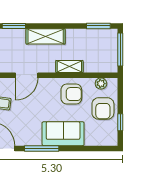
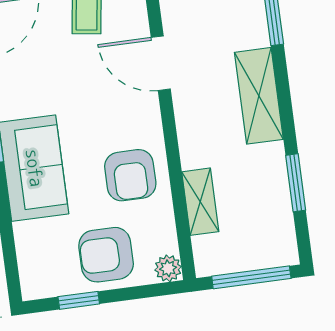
window: (98, 26) -> (296, 183), moved
shelving: (69, 66) -> (200, 202), moved
plant: (101, 84) -> (168, 268), moved

